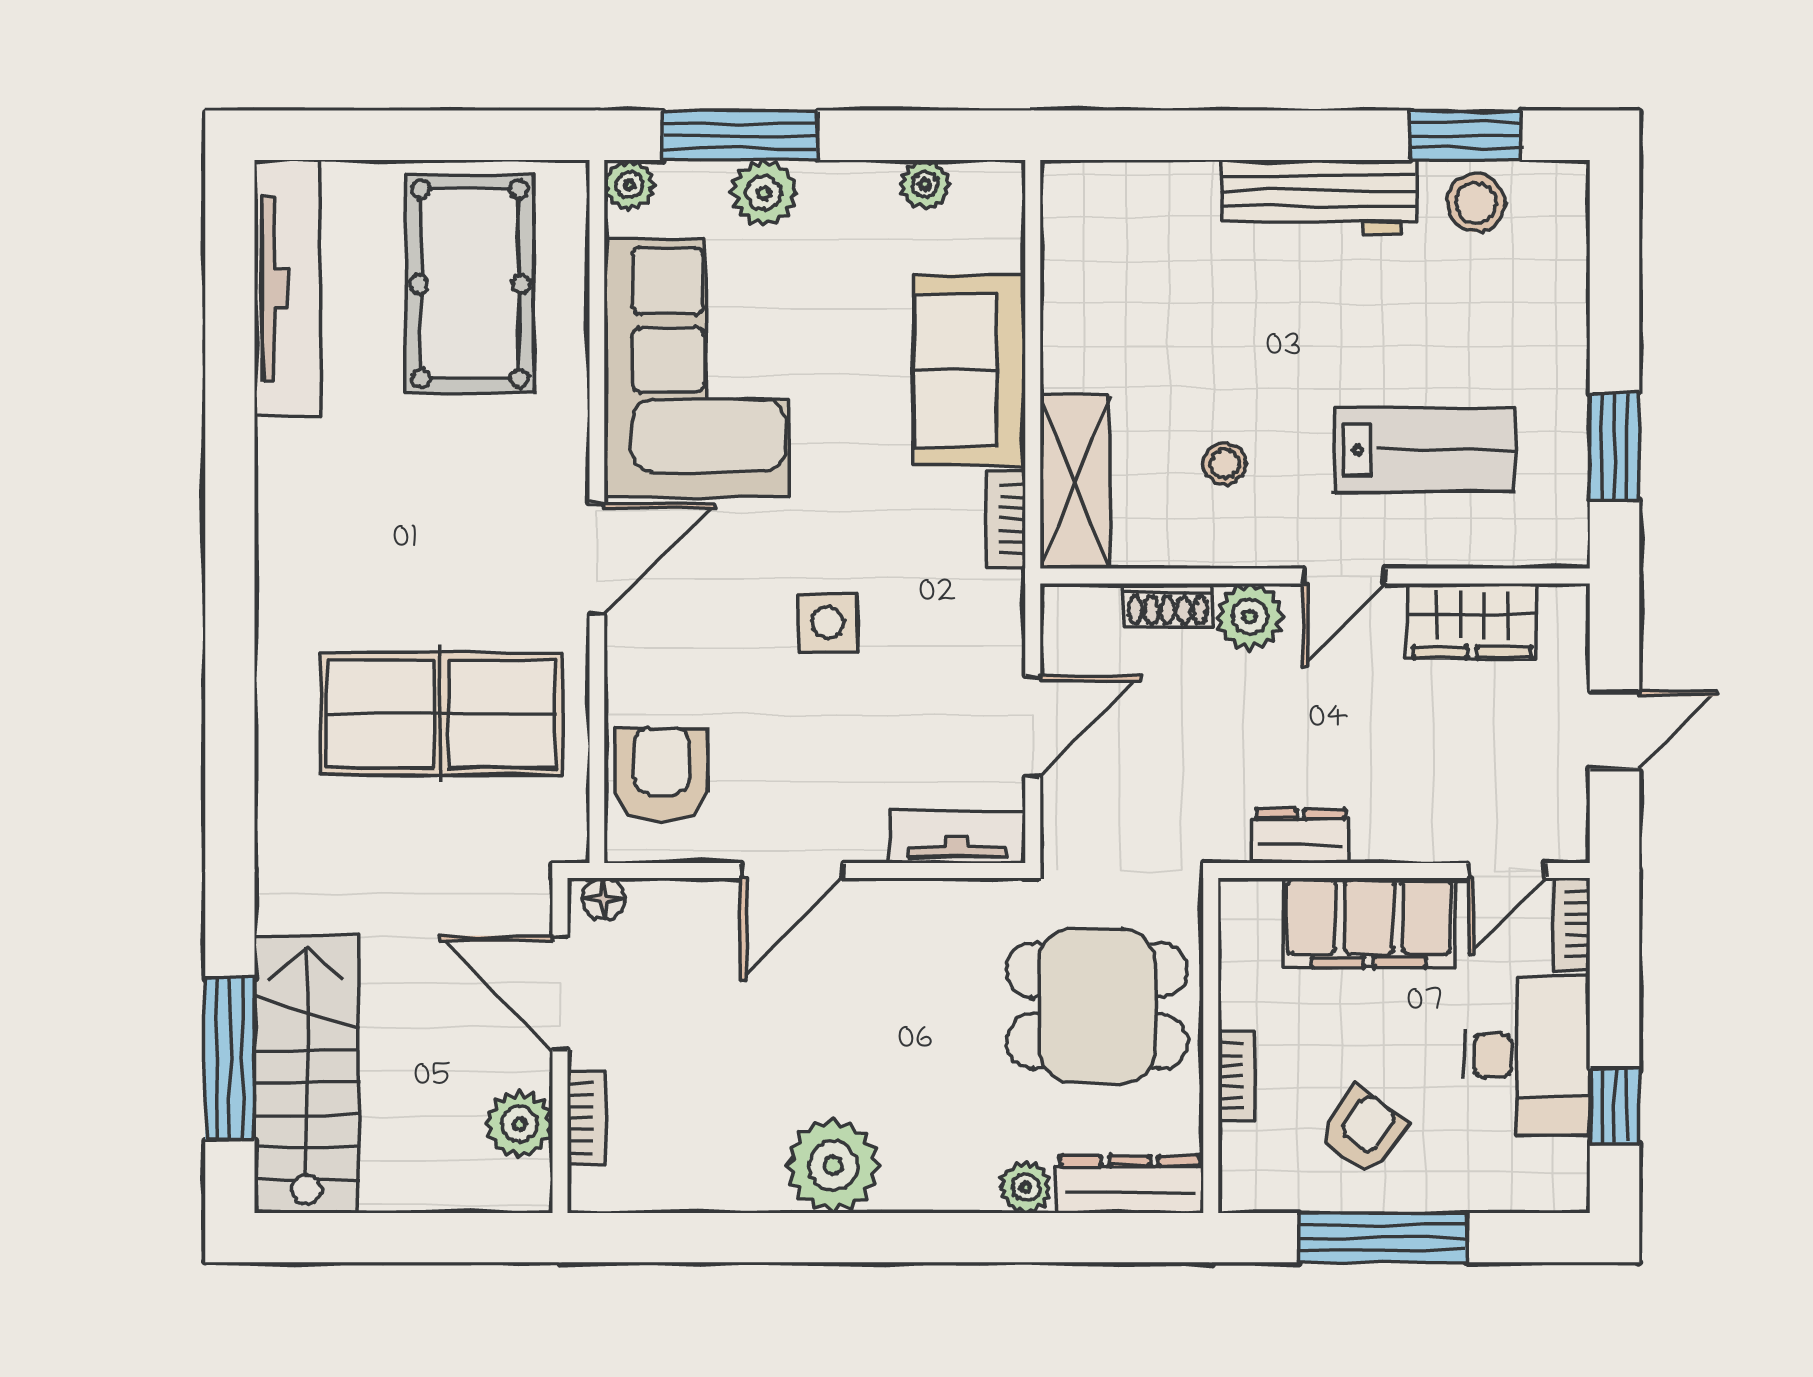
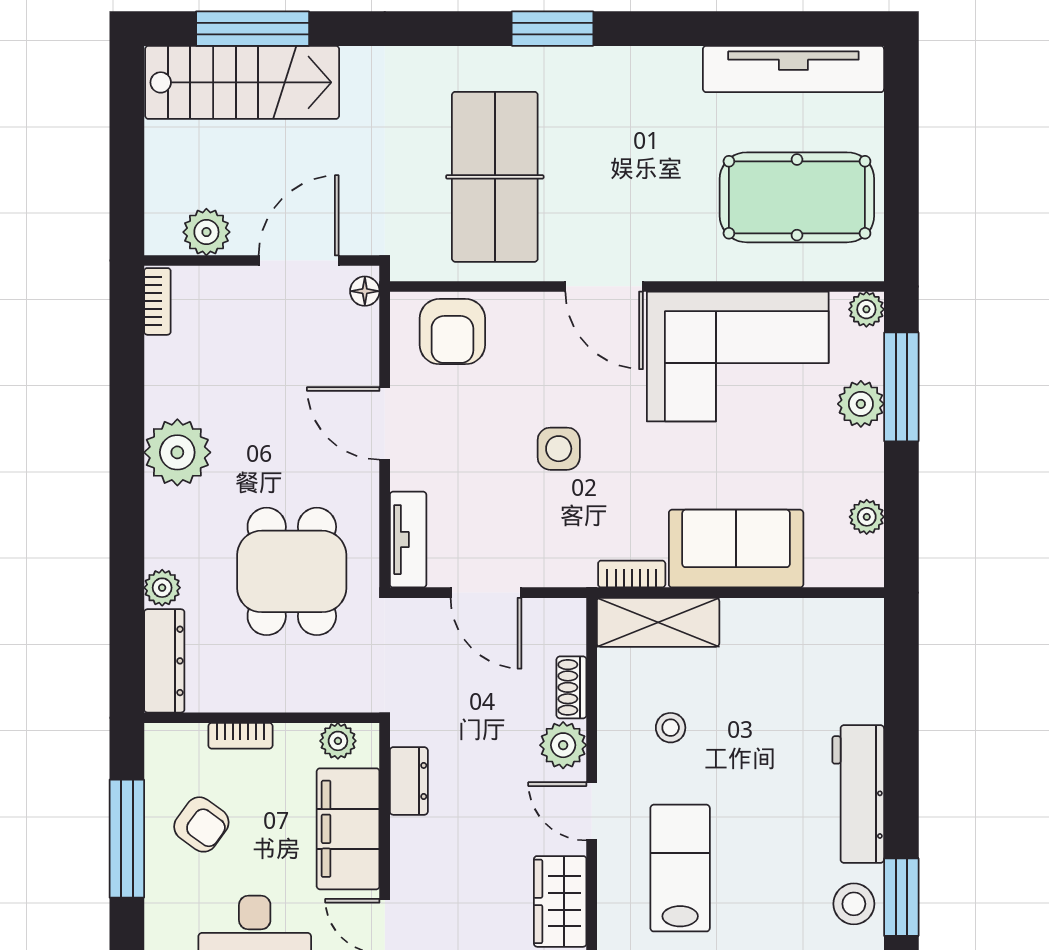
lab bench: (1425, 450) -> (680, 868), turned 180
window: (230, 632) -> (553, 29), added
armchair: (661, 774) -> (452, 332), turned 90
plant: (1244, 937) -> (338, 741), added
dining table: (1097, 1006) -> (292, 571), moved
bookcase: (586, 1118) -> (157, 301), moved, turned -90

